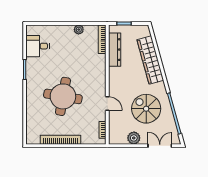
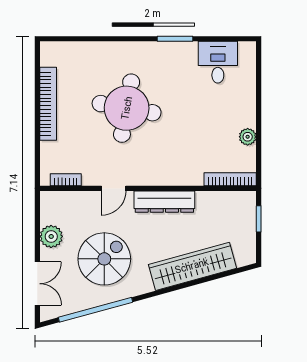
dresser: (115, 50) -> (164, 202), moved

